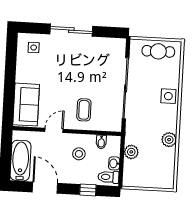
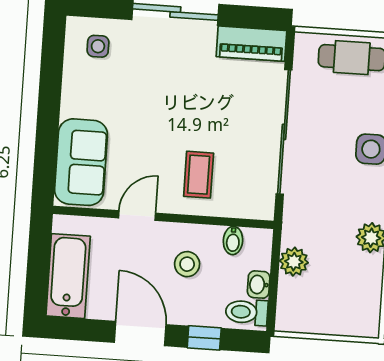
piano: (109, 45) -> (251, 44), added
door: (45, 188) -> (140, 334), moved

